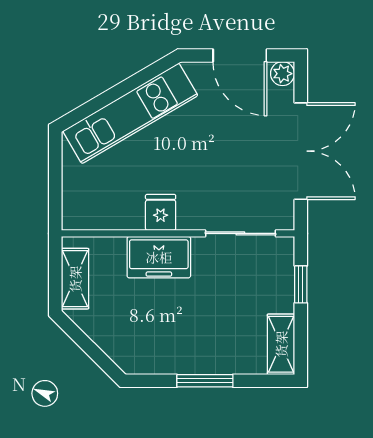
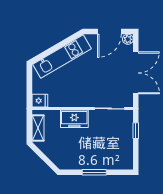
door: (240, 55) -> (109, 31), hinge flipped
fridge: (161, 212) -> (40, 101), moved, turned 90
shelving: (281, 344) -> (127, 157), removed

